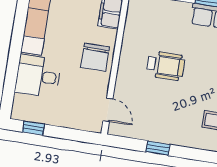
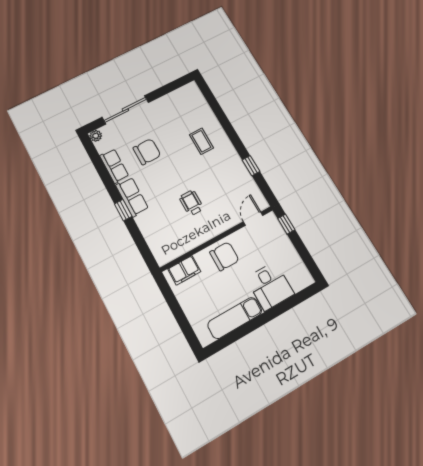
wheelchair: (166, 66) -> (191, 203), width x0.73, depth x0.73
window: (33, 128) -> (286, 224), moved

